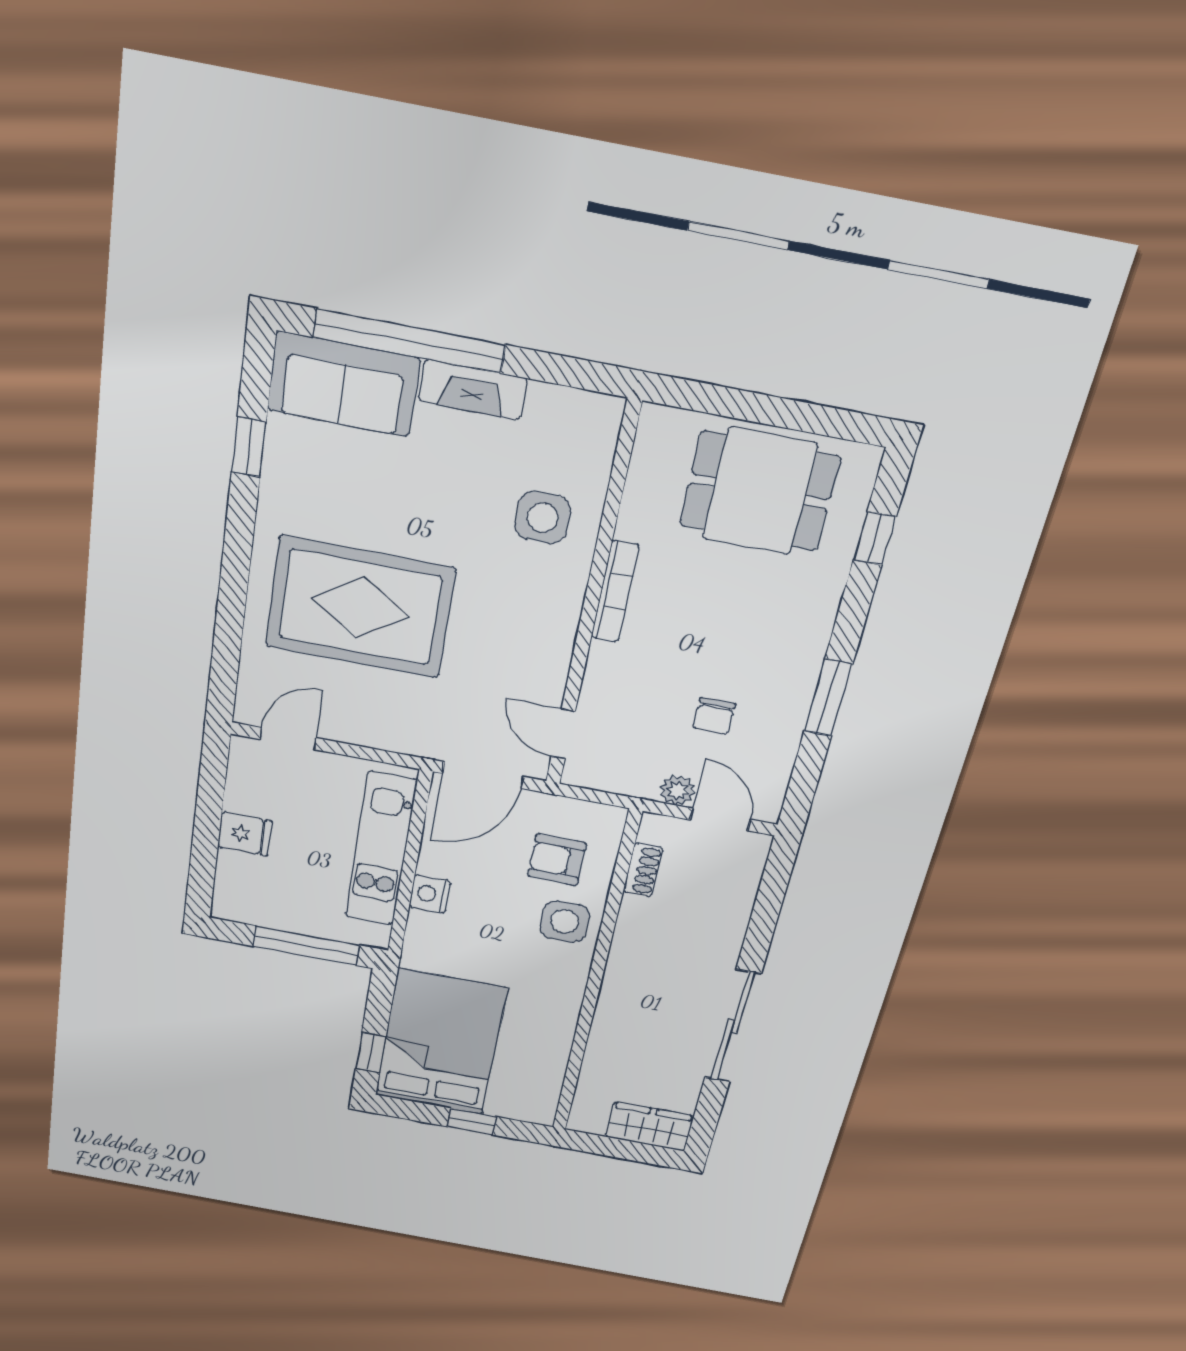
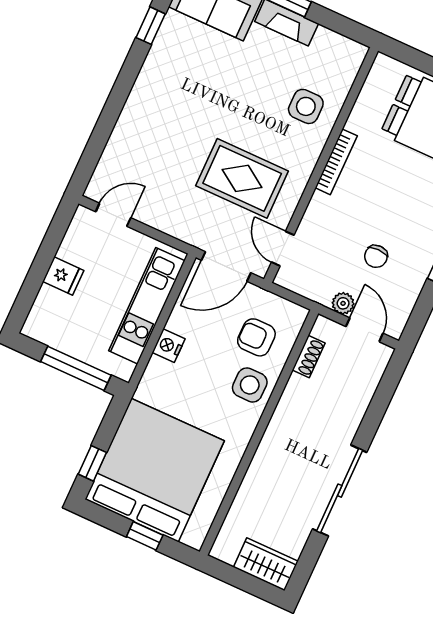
rug: (360, 607) -> (242, 178), moved, width x0.73, depth x0.69
bed: (441, 1042) -> (155, 470), width x1.36

